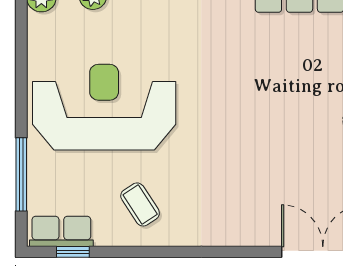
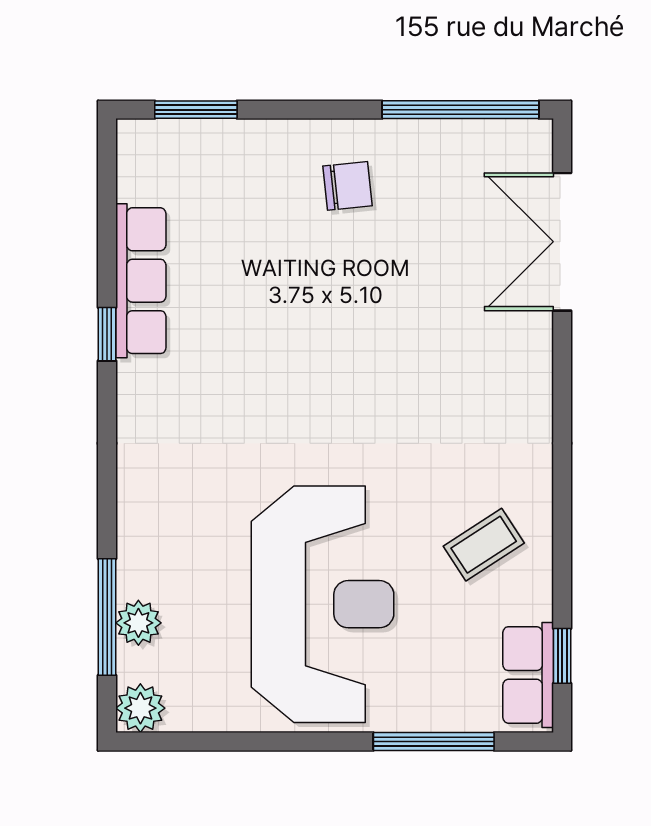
reception desk: (104, 107) -> (323, 604), turned 180

